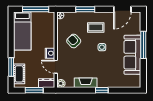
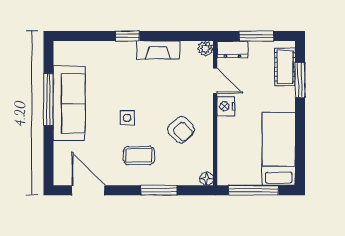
door: (122, 9) -> (88, 190), hinge flipped
window: (143, 45) -> (48, 99), moved

